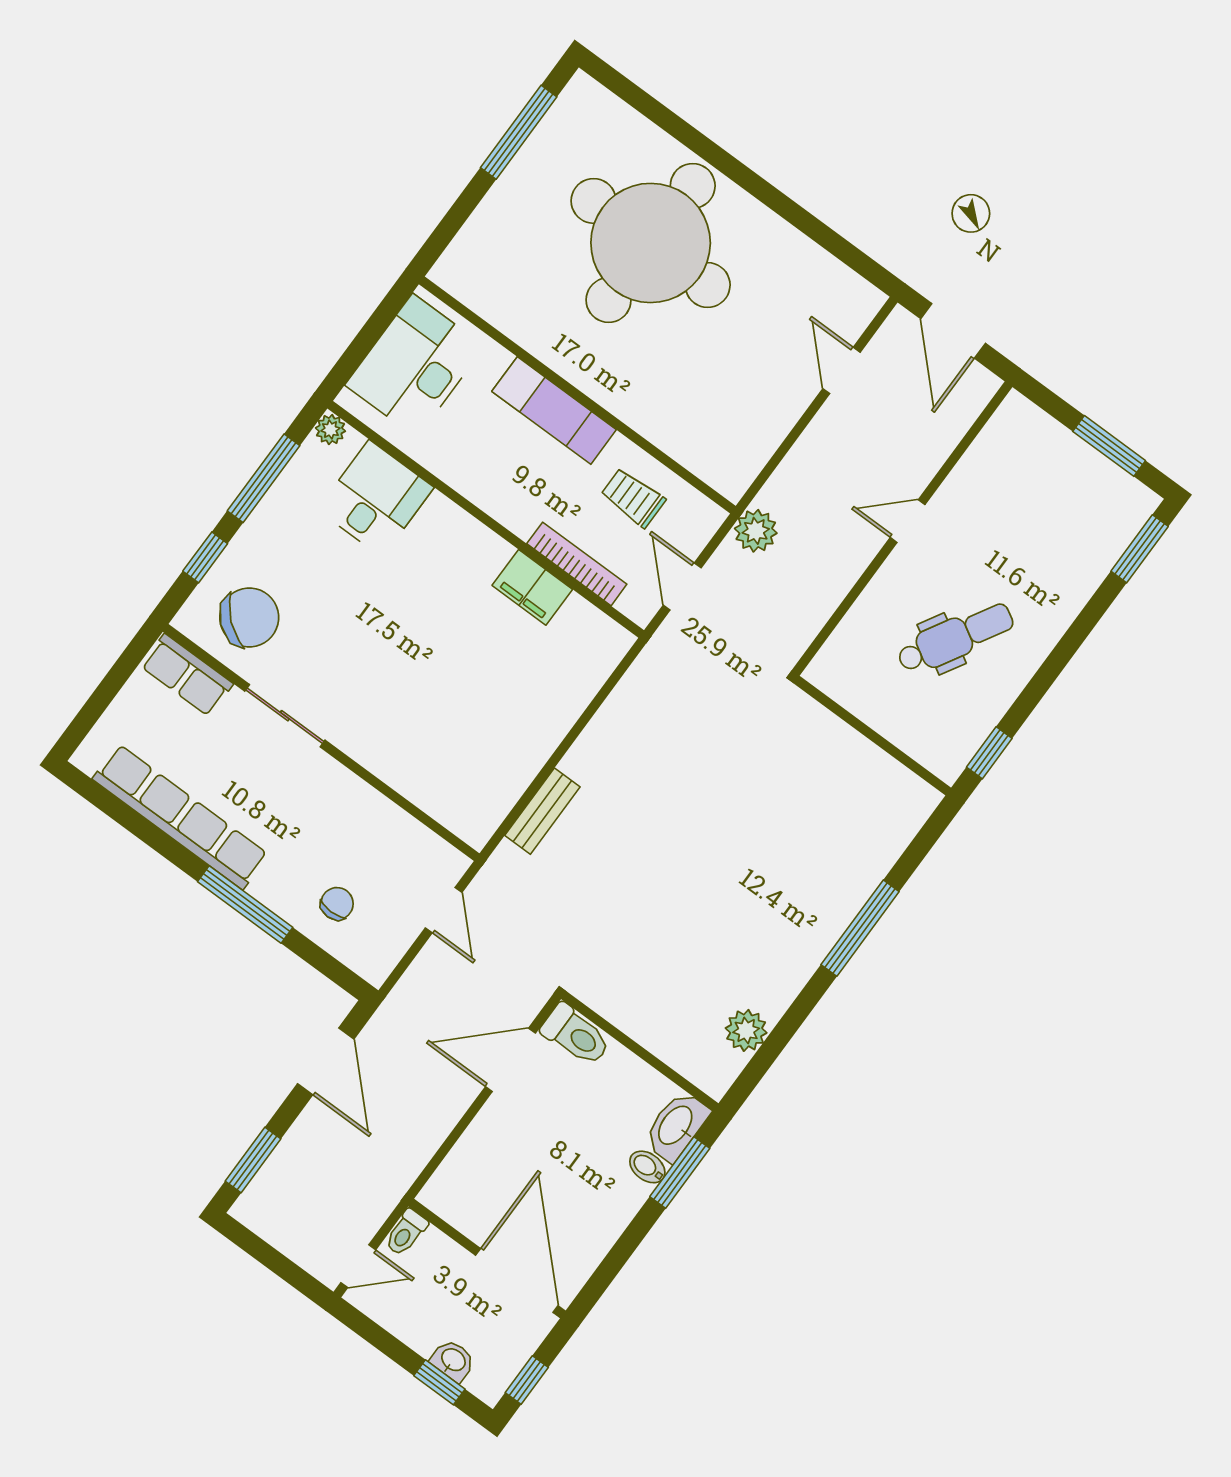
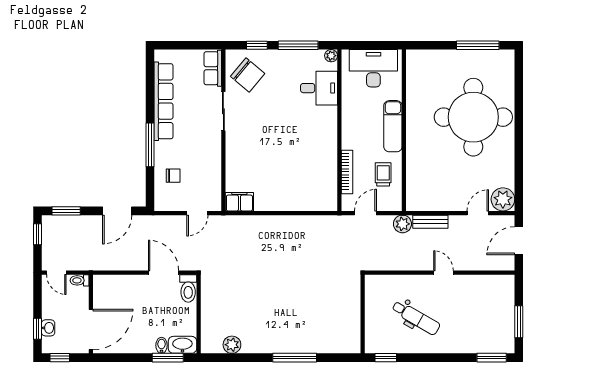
plant: (851, 303) -> (503, 199), added
filing cabinet: (532, 587) -> (239, 202), moved, turned 90
bench: (542, 811) -> (430, 222), moved
window: (257, 1248) -> (37, 234), added

